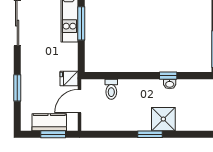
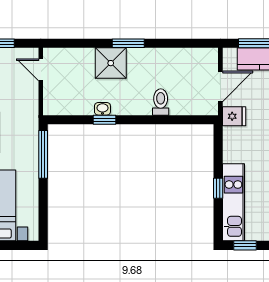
window: (81, 23) -> (218, 188), width x0.46
toilet: (111, 89) -> (161, 102), moved

